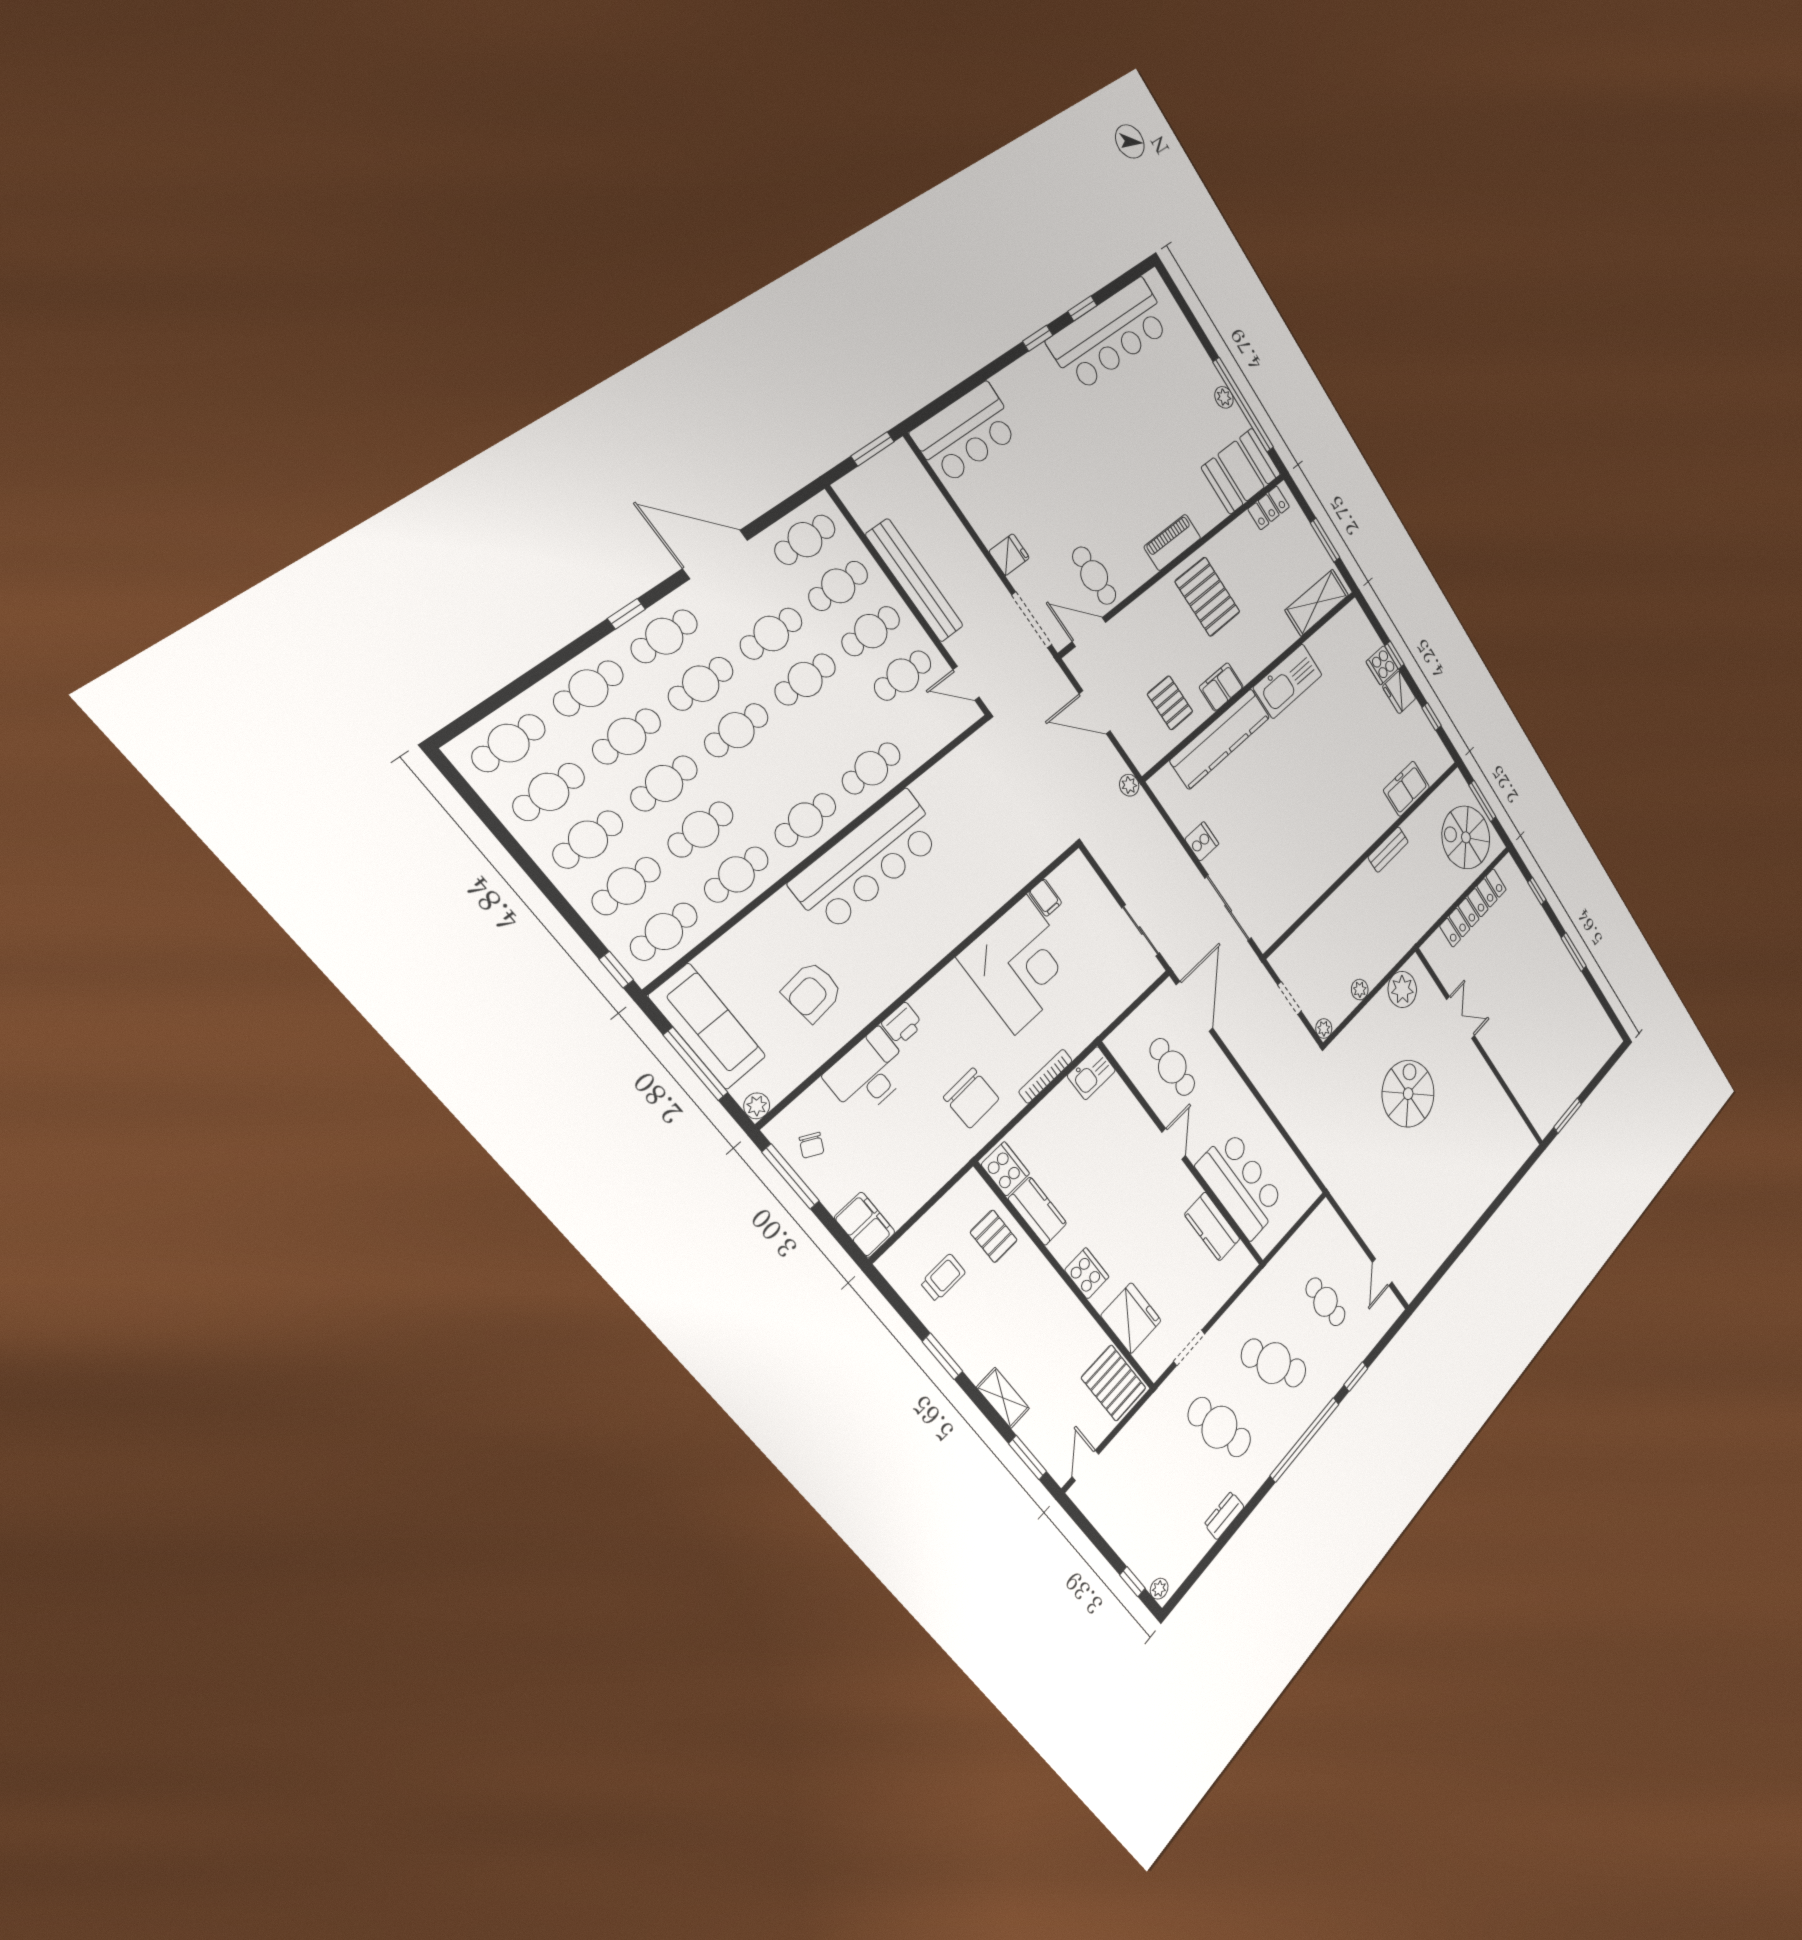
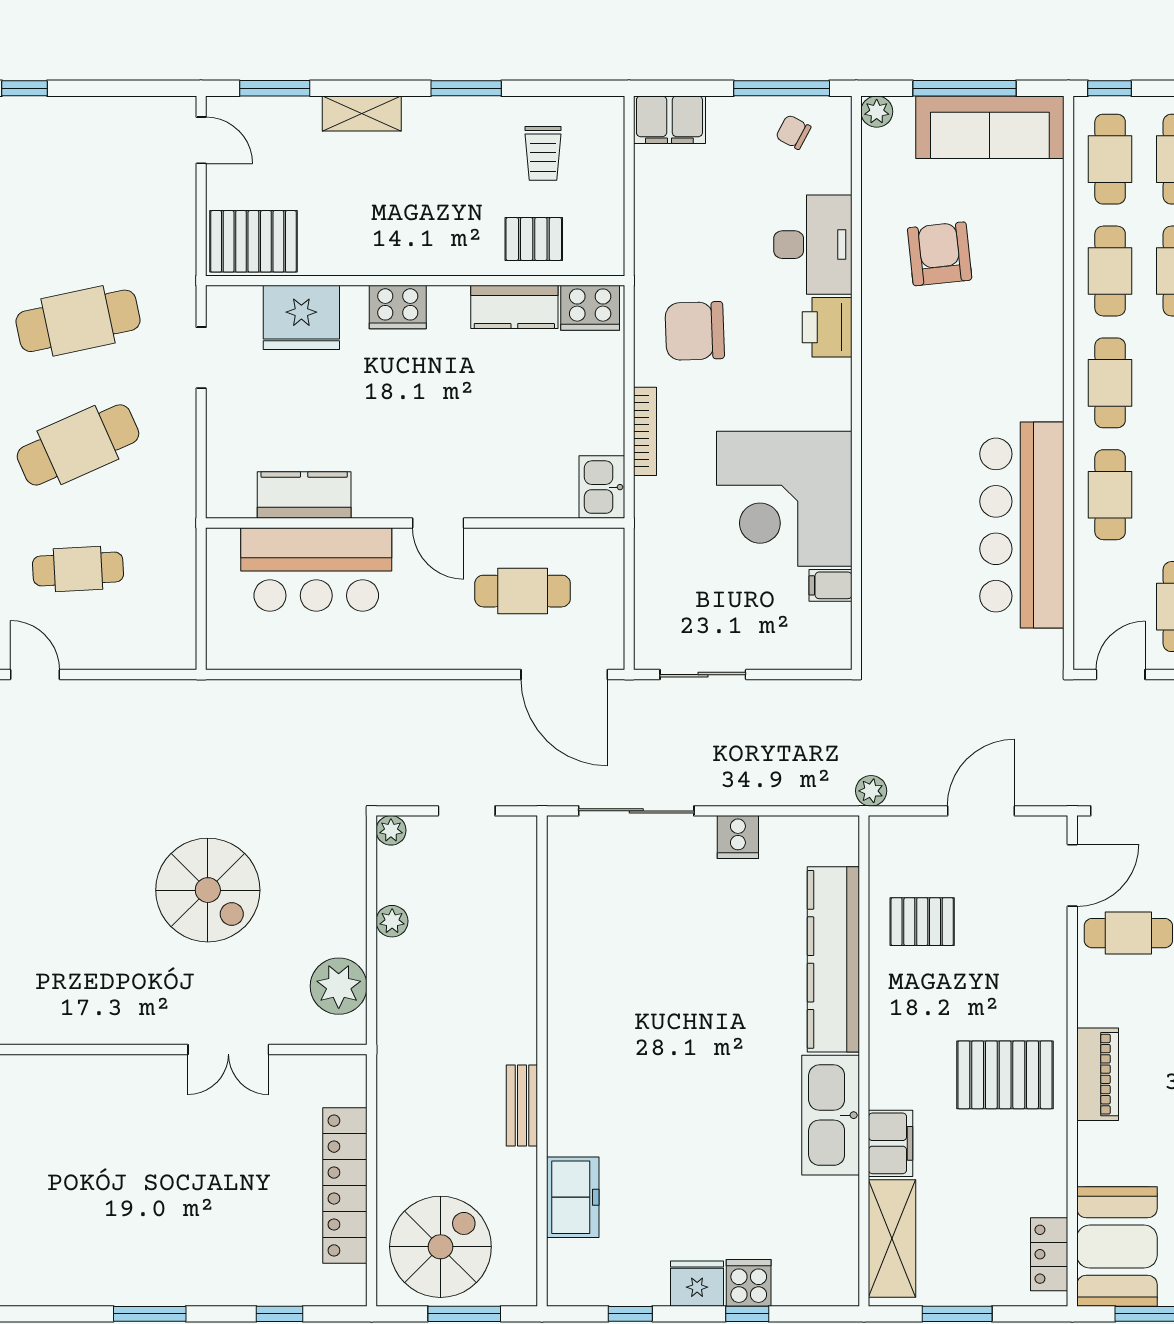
filing cabinet: (1221, 687) -> (891, 1143), moved
bar counter: (867, 861) -> (1022, 525), moved
printer: (902, 1024) -> (827, 327), width x1.36, depth x1.24

